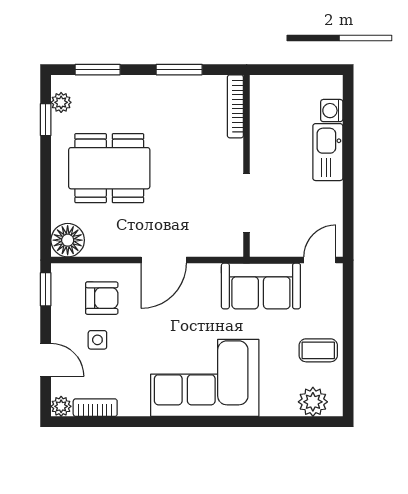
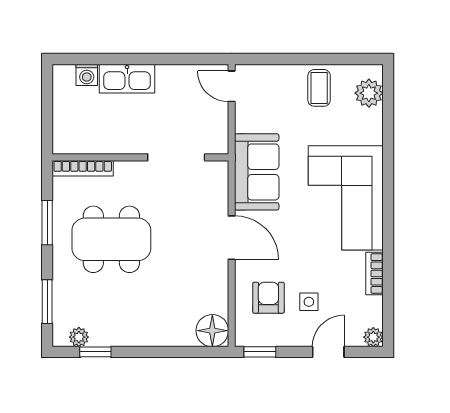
dining table: (109, 168) -> (111, 239), moved, turned 90
sofa: (261, 286) -> (257, 172), moved
bookcase: (95, 408) -> (375, 274), moved

